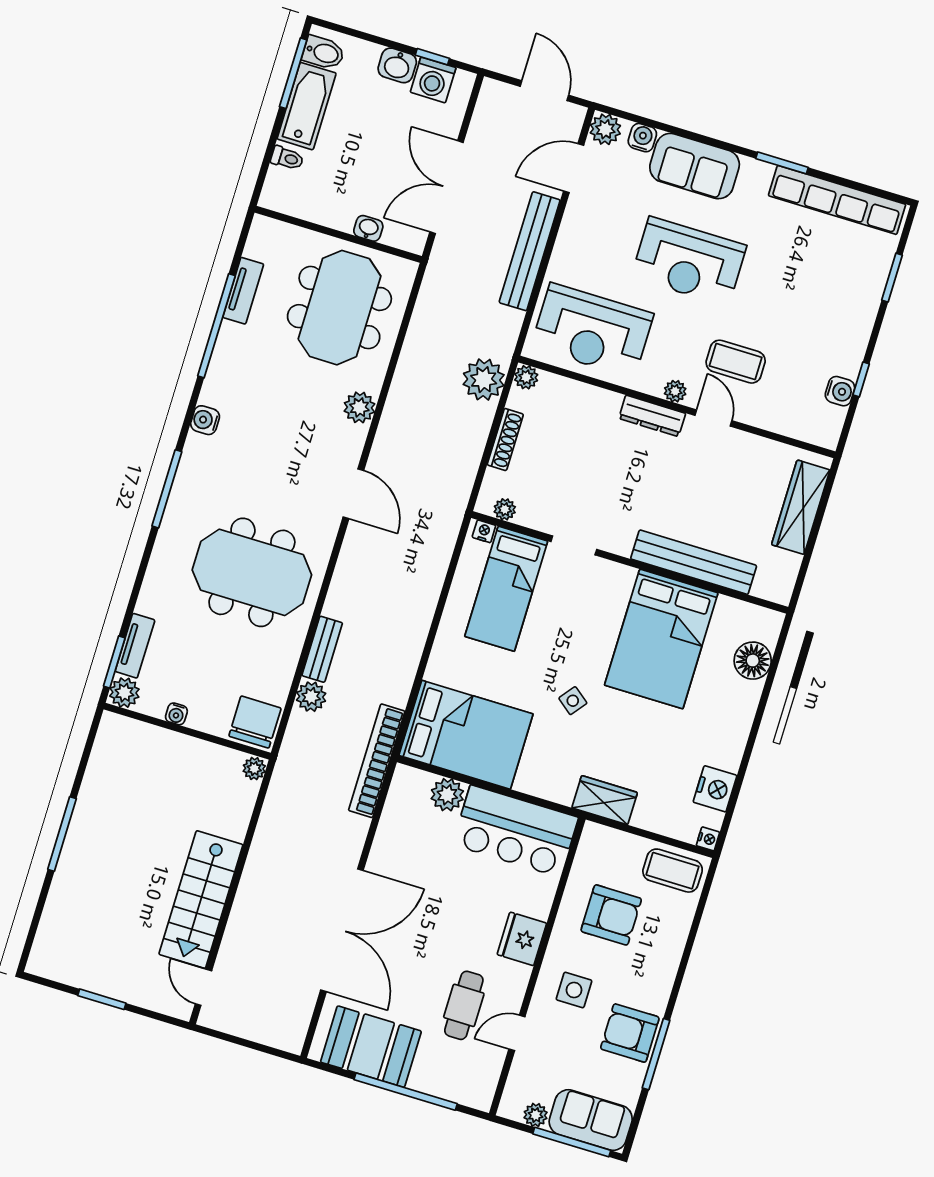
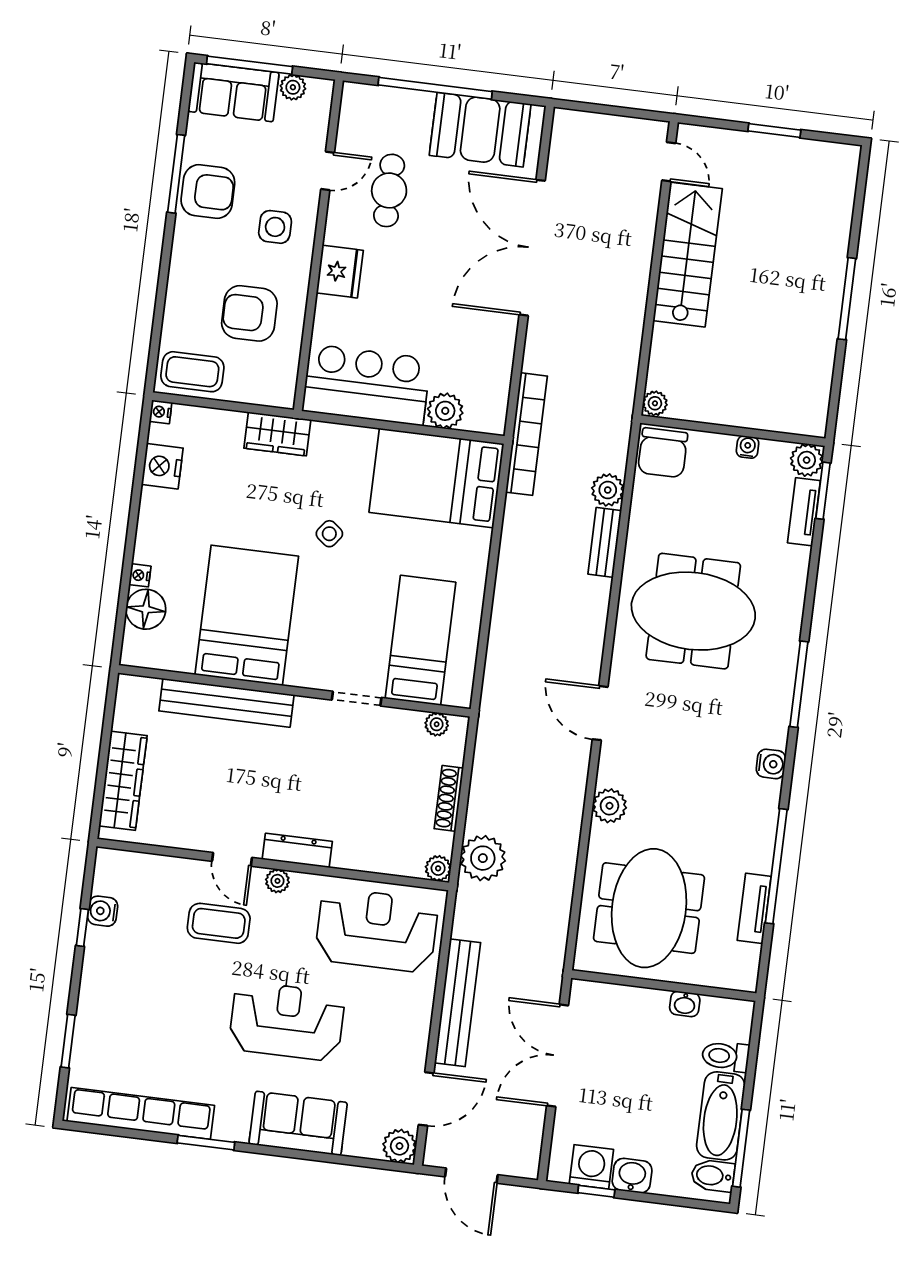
water cooler: (642, 138) -> (359, 1144), removed
toilet: (287, 158) -> (726, 1056), width x1.37, depth x1.39
double door: (447, 187) -> (557, 1055), swing flipped
washbasin: (368, 228) -> (685, 1004), moved
nightstand: (484, 531) -> (140, 575), moved, turned 90

